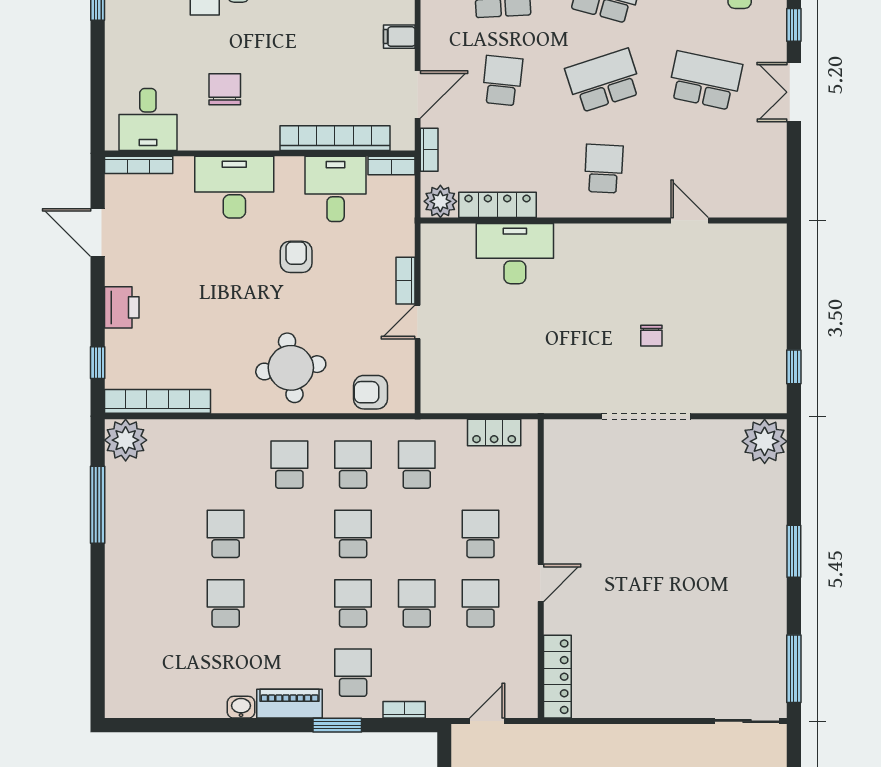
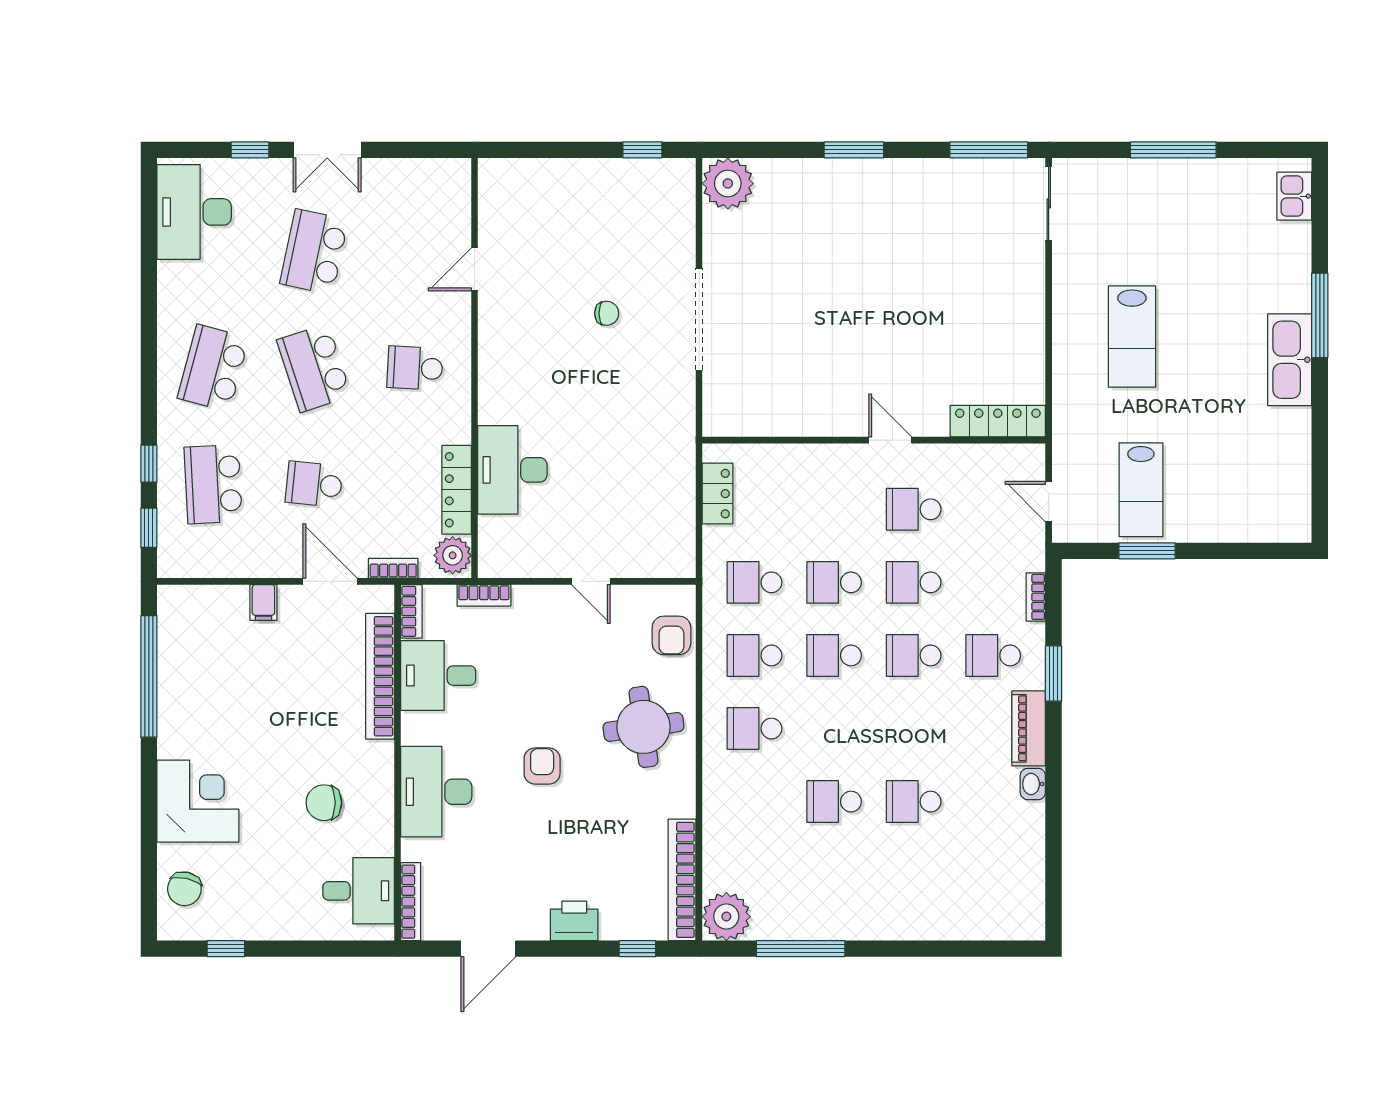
armchair: (296, 257) -> (542, 766), moved, turned 90
bookcase: (406, 281) -> (484, 595), moved
school desk: (480, 534) -> (834, 582), moved

